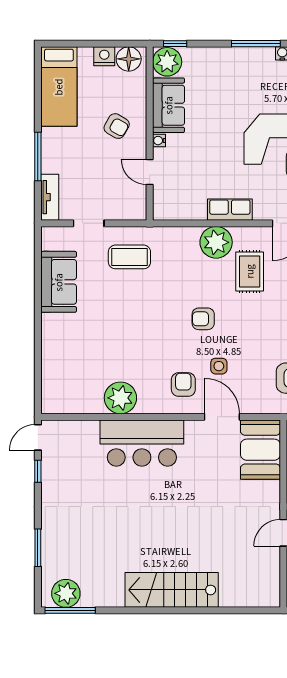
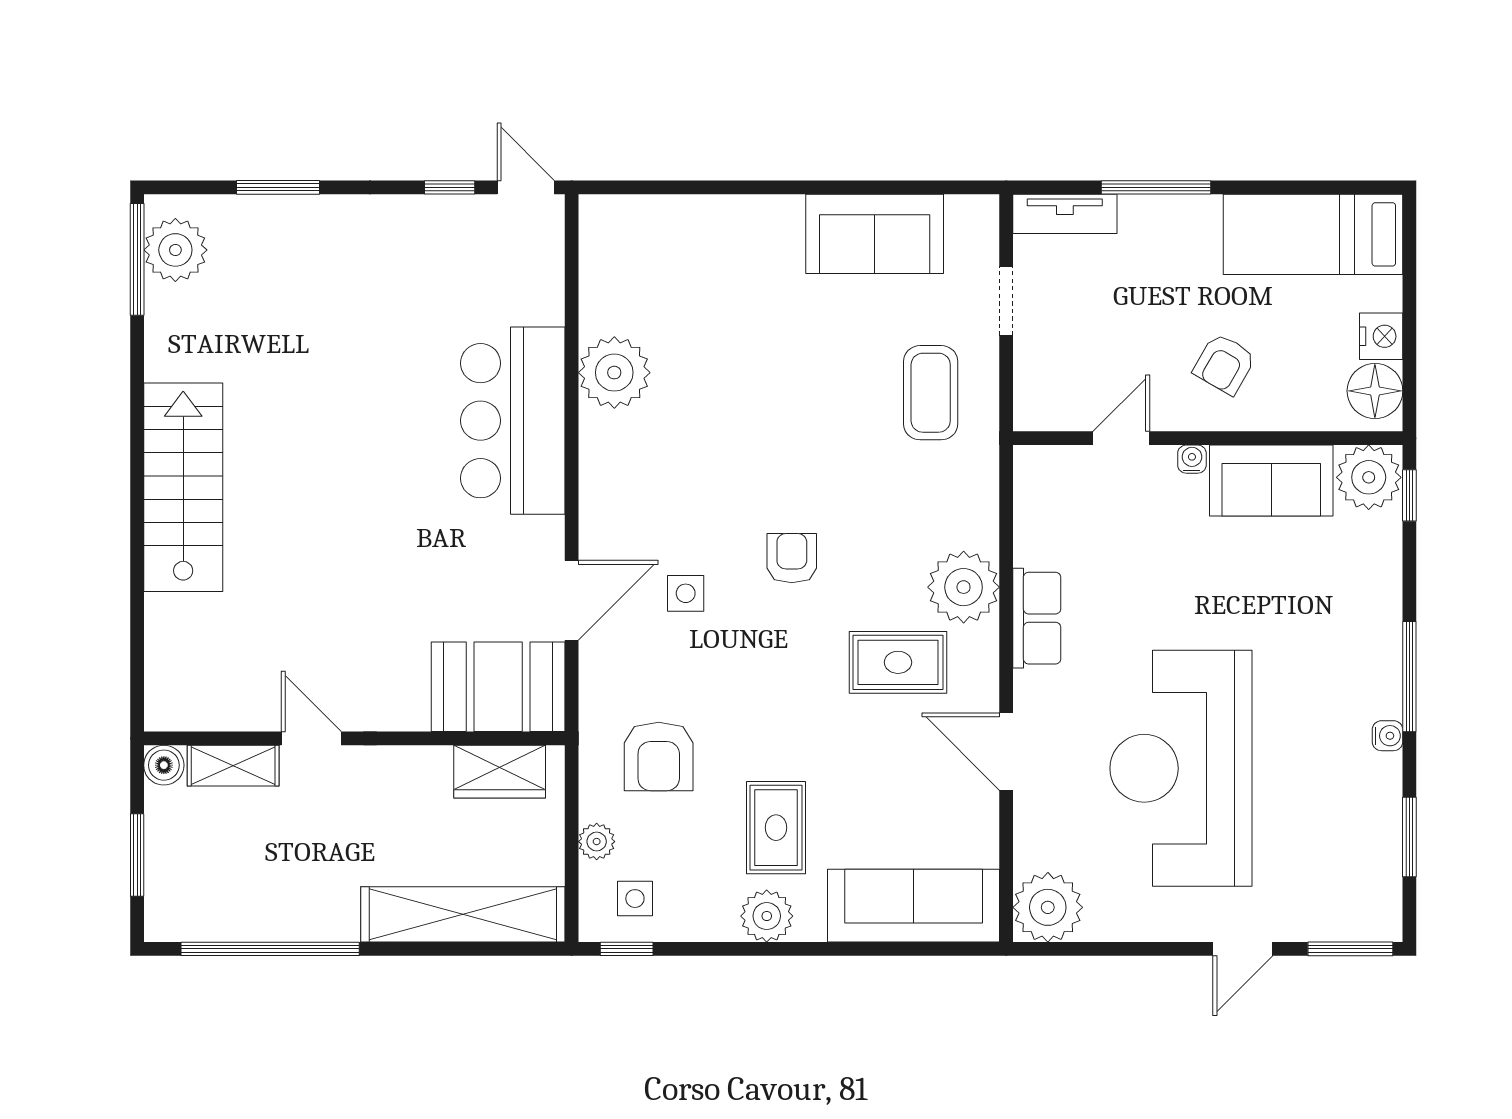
armchair: (183, 385) -> (644, 514), removed

